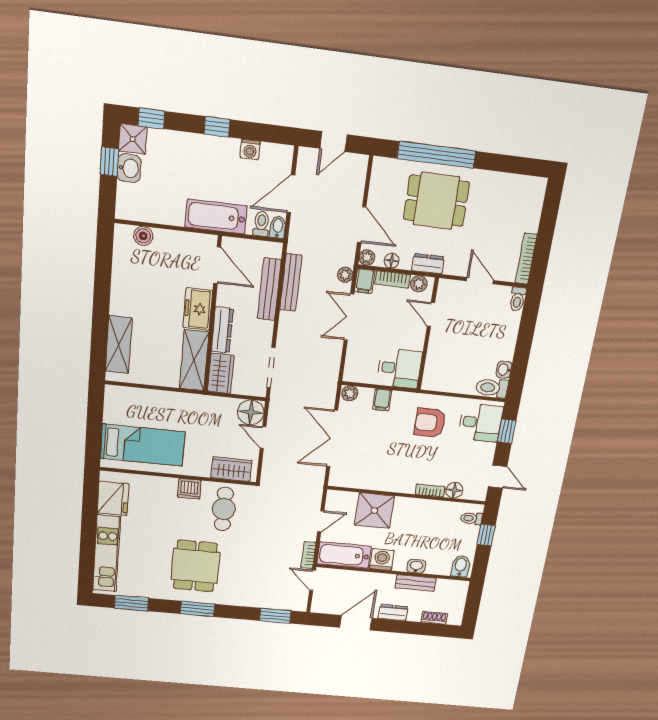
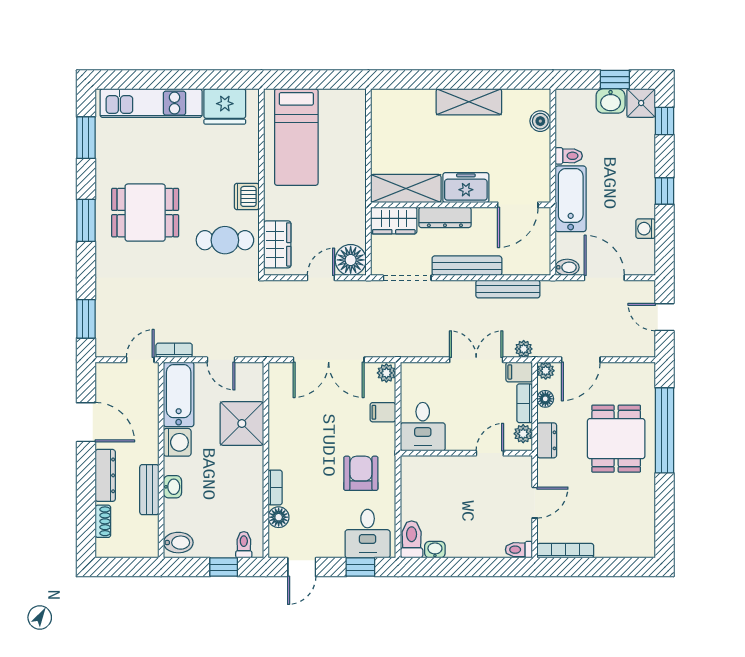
toilet: (261, 224) -> (569, 156), moved
bench: (269, 289) -> (467, 266), moved
shelving: (119, 345) -> (469, 102), moved
double door: (332, 439) -> (329, 360), swing flipped
dresser: (393, 612) -> (105, 475), width x1.44

